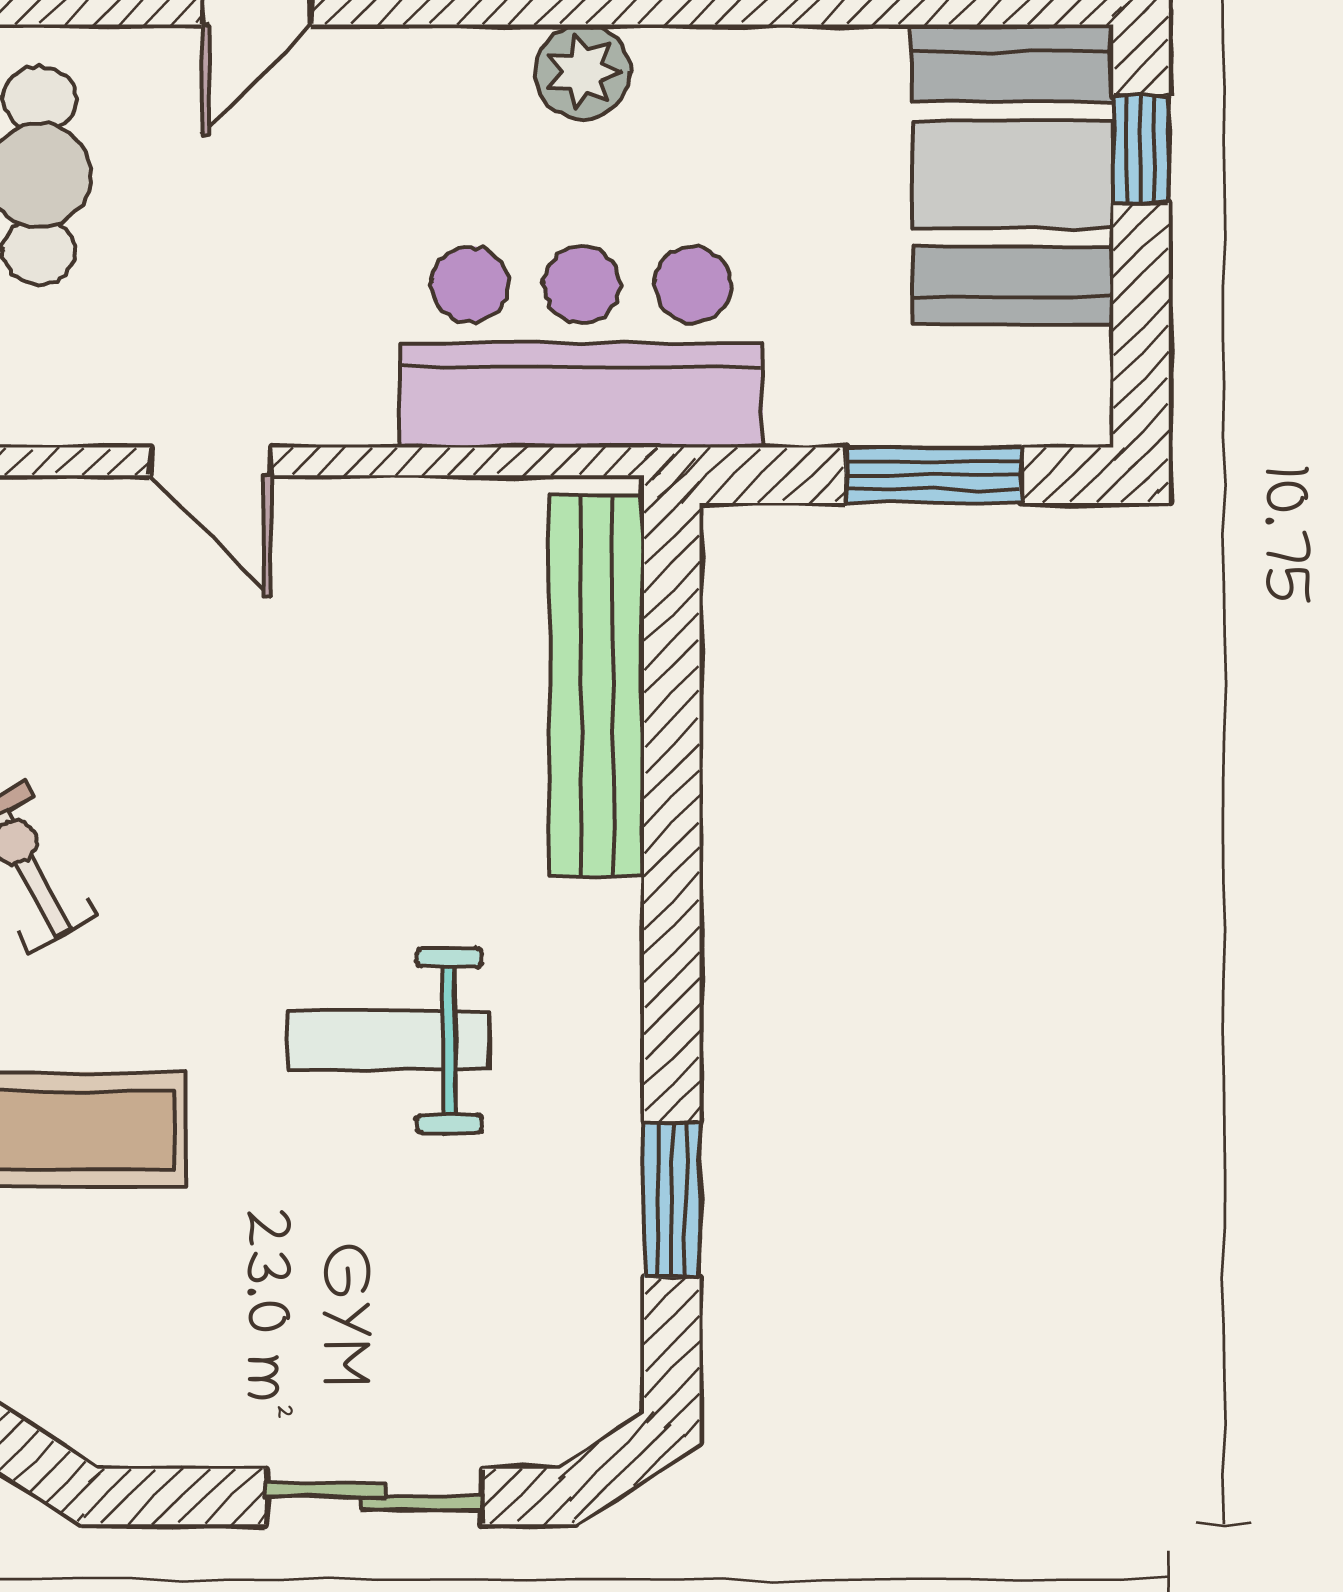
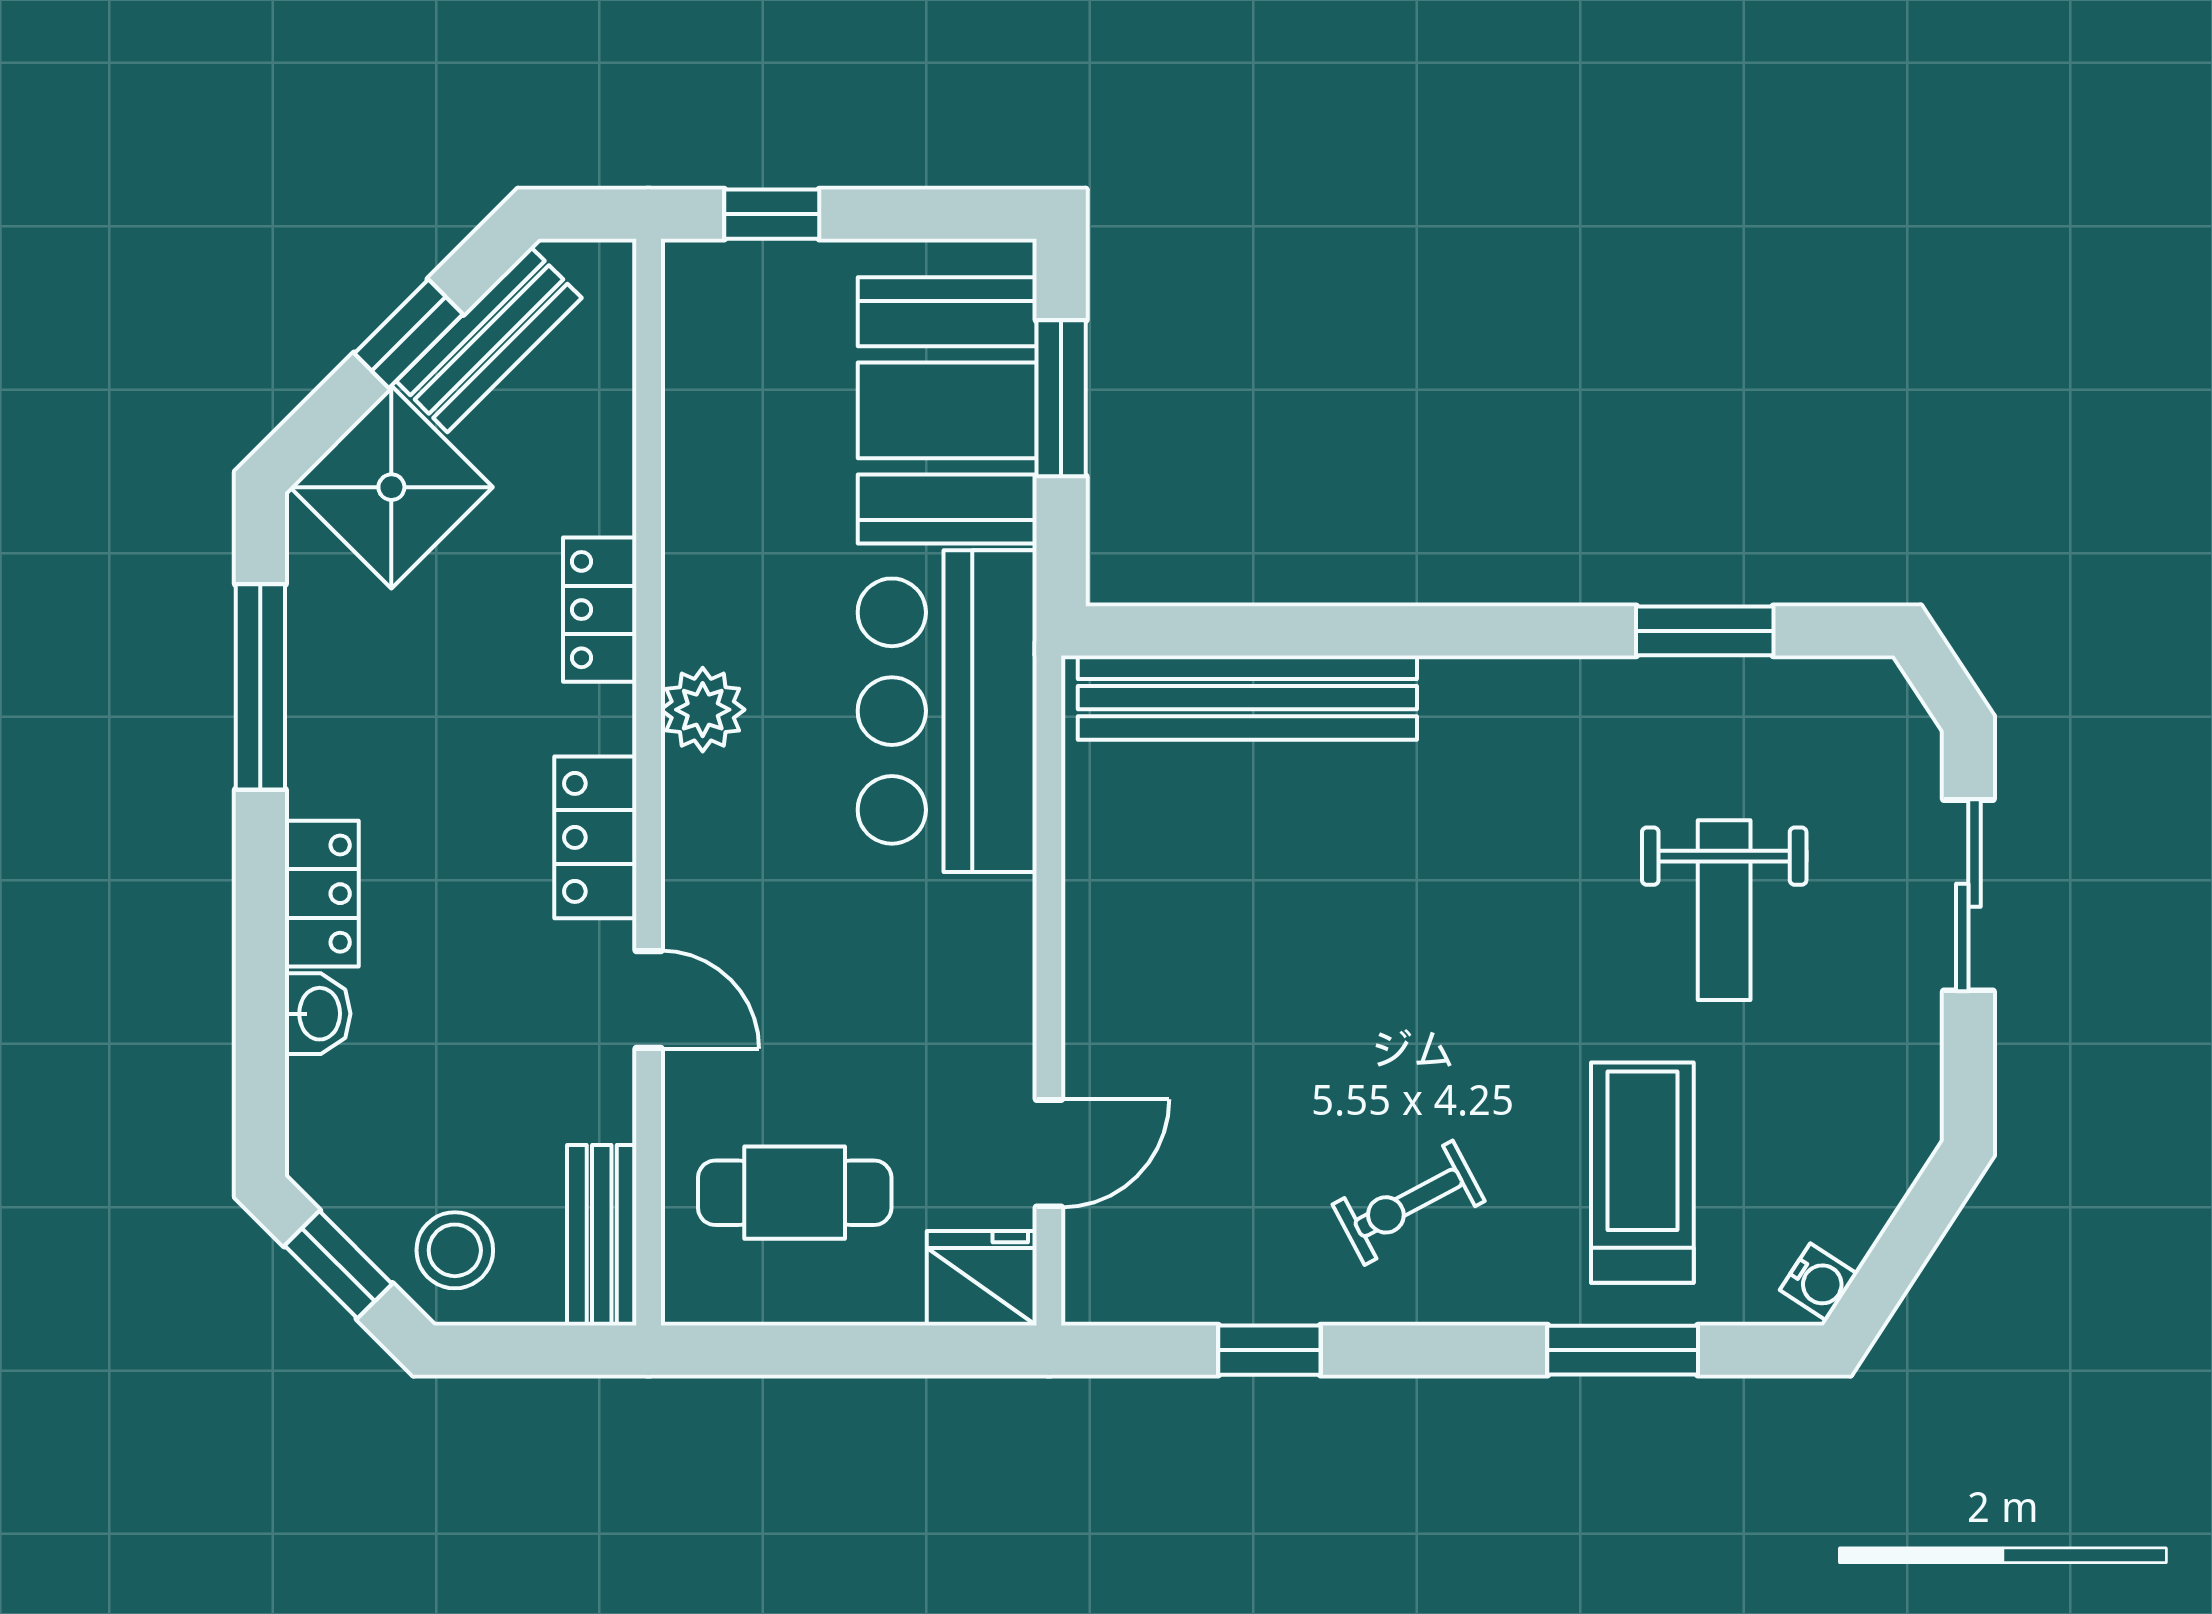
booth: (1013, 174) -> (947, 410), moved, turned 90
door: (211, 461) -> (1049, 1153), moved
weight bench: (388, 1041) -> (1724, 910), moved

